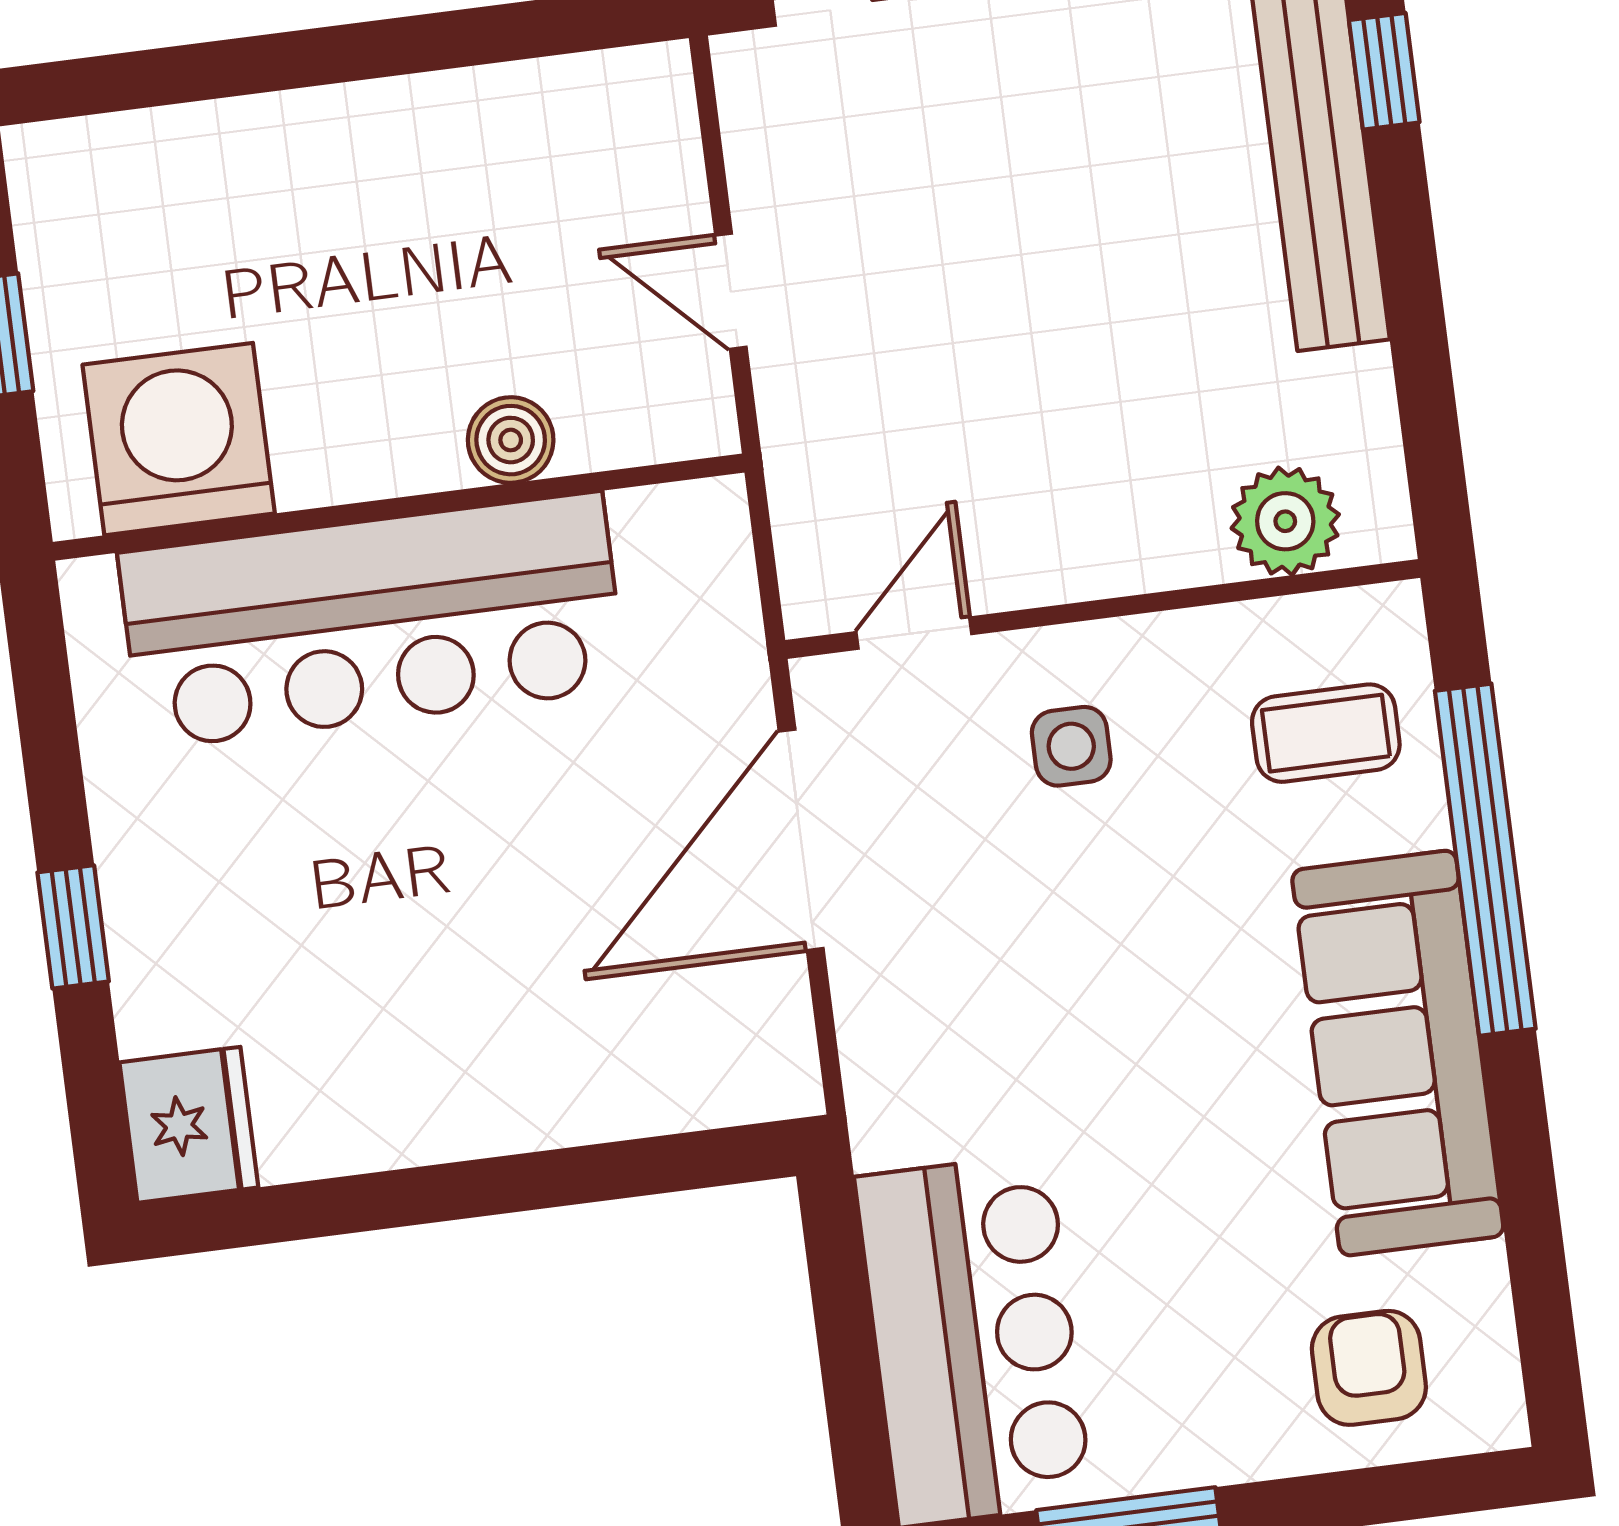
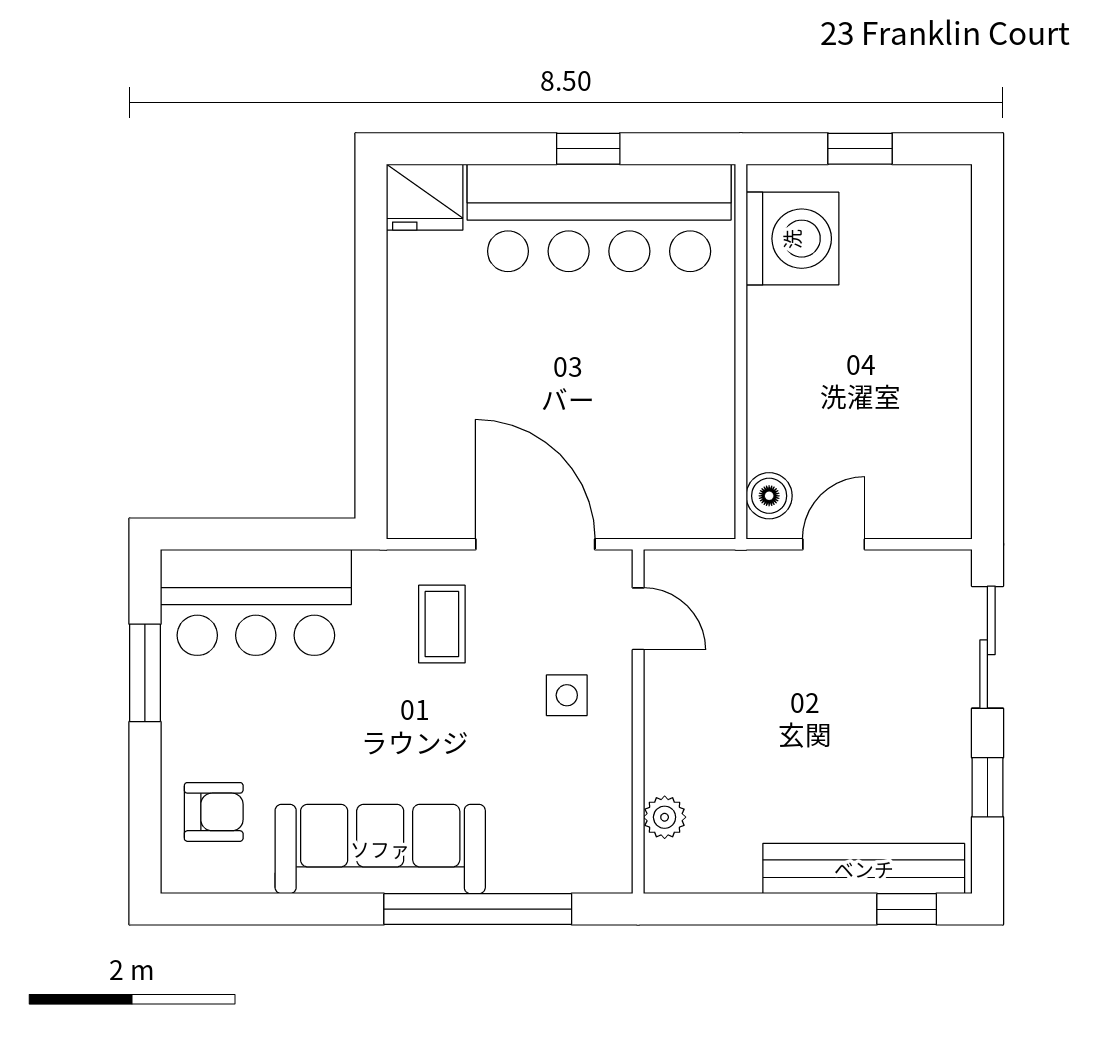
boiler: (511, 440) -> (769, 496), moved
plant: (1285, 521) -> (665, 817), width x0.73, depth x0.73
bar counter: (372, 621) -> (599, 218), moved, turned -90
coffee table: (1326, 733) -> (442, 624), moved
window: (73, 927) -> (588, 149), moved

